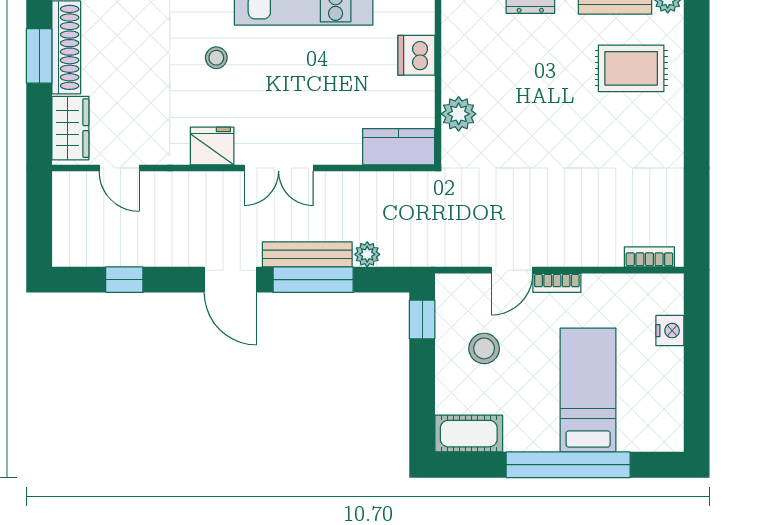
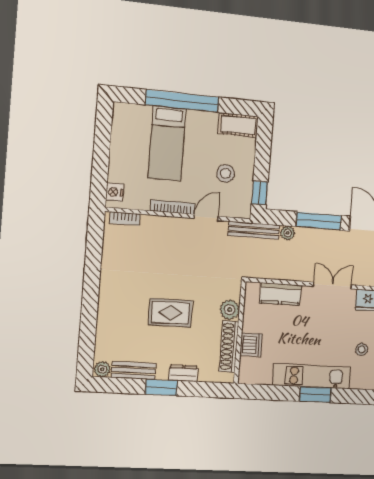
shoe rack: (455, 50) -> (229, 347), added
rug: (631, 68) -> (170, 313), moved
kitchen counter: (399, 147) -> (280, 294), moved
bench: (307, 254) -> (254, 230), moved
bookcase: (557, 283) -> (173, 207), width x1.56
nightstand: (670, 331) -> (114, 192), moved

